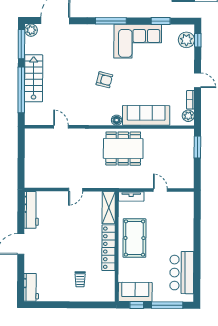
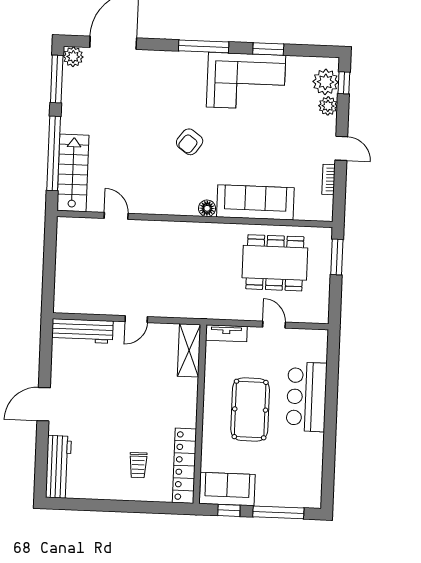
window: (161, 21) -> (268, 49), moved
stairs: (34, 78) -> (73, 173), moved
armchair: (104, 80) -> (190, 142), turned 112
plant: (188, 116) -> (328, 106), moved
dining table: (123, 149) -> (275, 263), moved
workbench: (31, 210) -> (82, 331), moved, turned 90
pool table: (134, 238) -> (250, 410), moved
locker: (109, 248) -> (184, 466), moved
bar counter: (182, 273) -> (307, 397), moved
workbench: (31, 287) -> (58, 467), width x1.38

